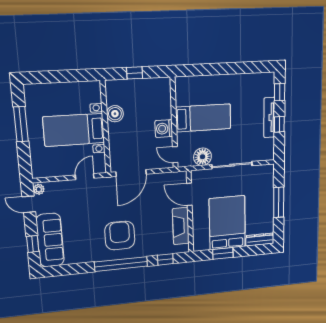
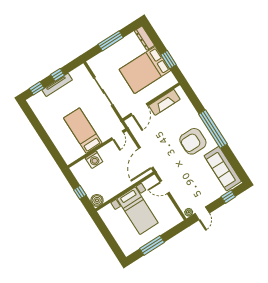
boiler: (115, 114) -> (97, 200), moved
washing machine: (164, 129) -> (94, 160), moved
floor lamp: (203, 157) -> (109, 116), removed
door: (131, 173) -> (146, 158), swing flipped
sofa: (50, 240) -> (223, 169), moved, turned -90
window: (165, 259) -> (194, 99), removed

